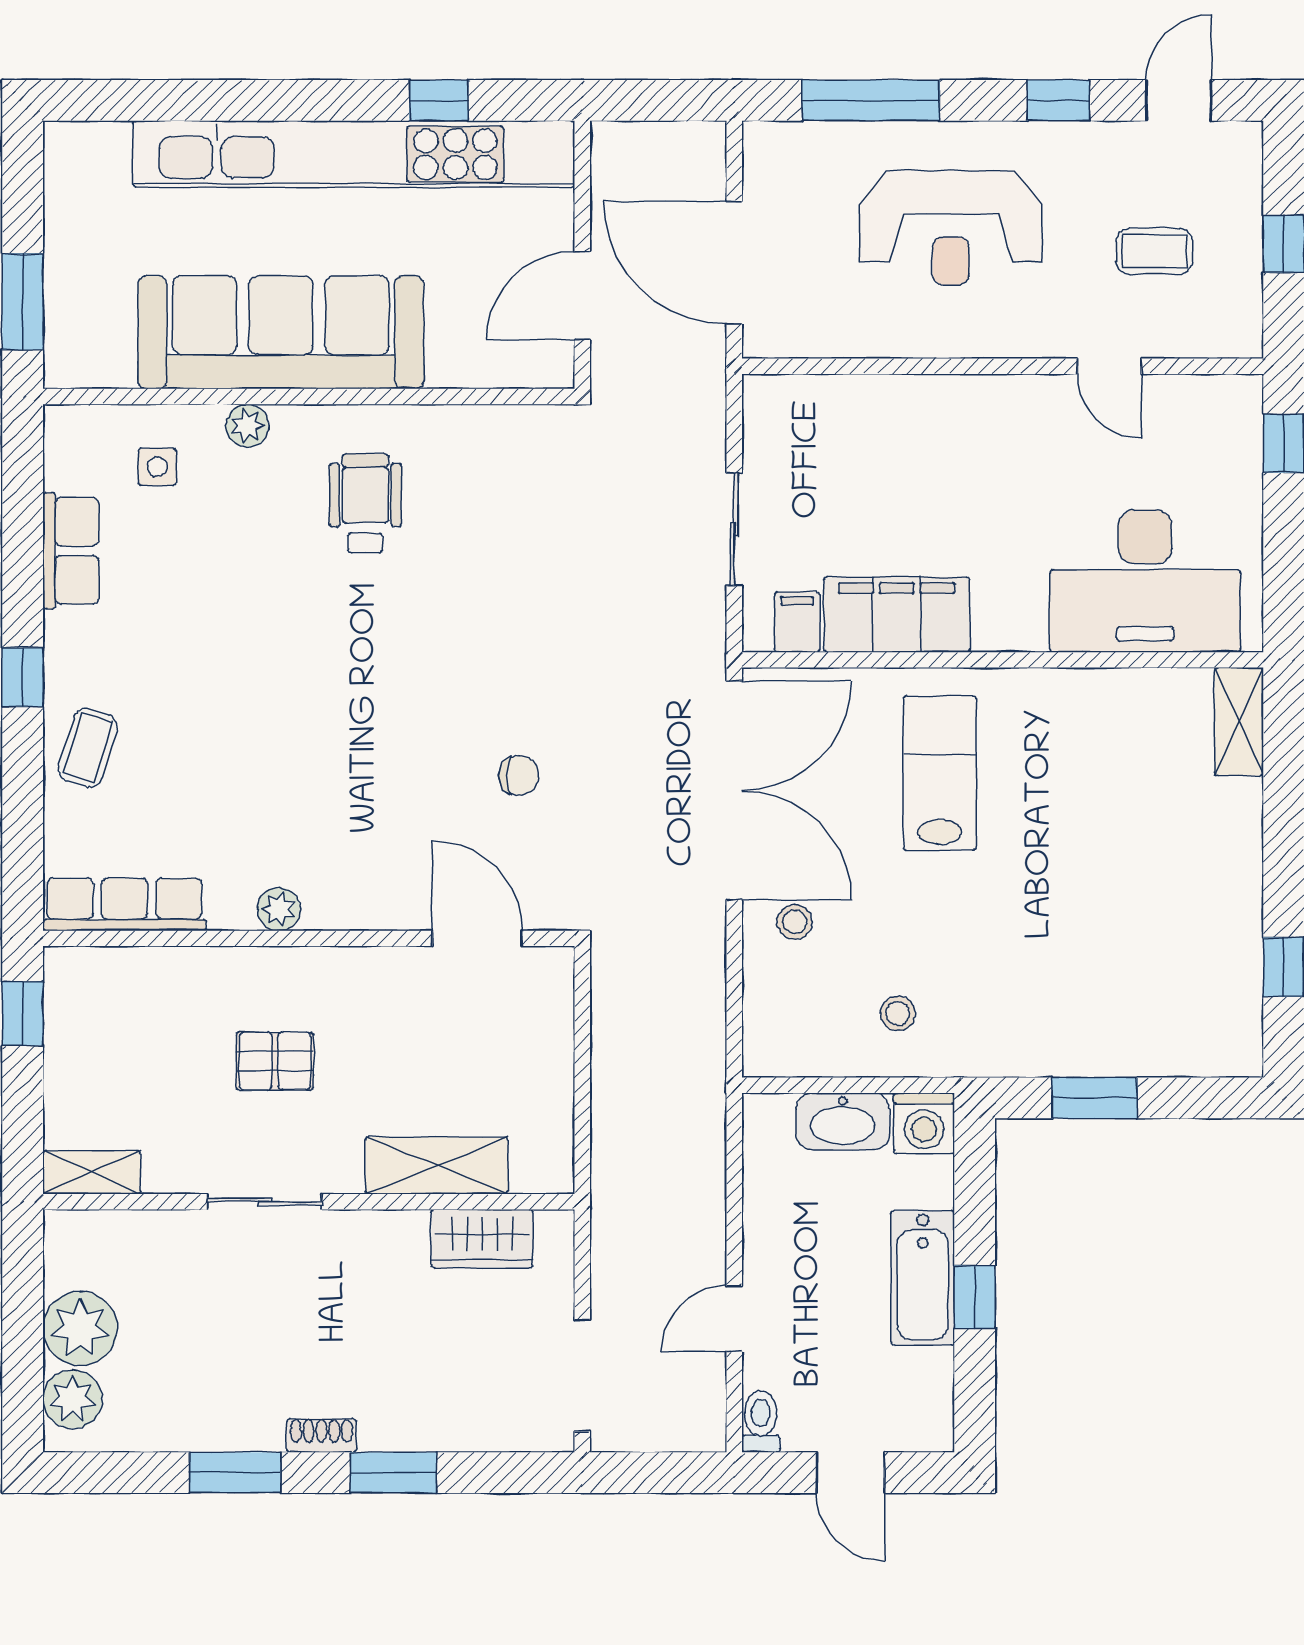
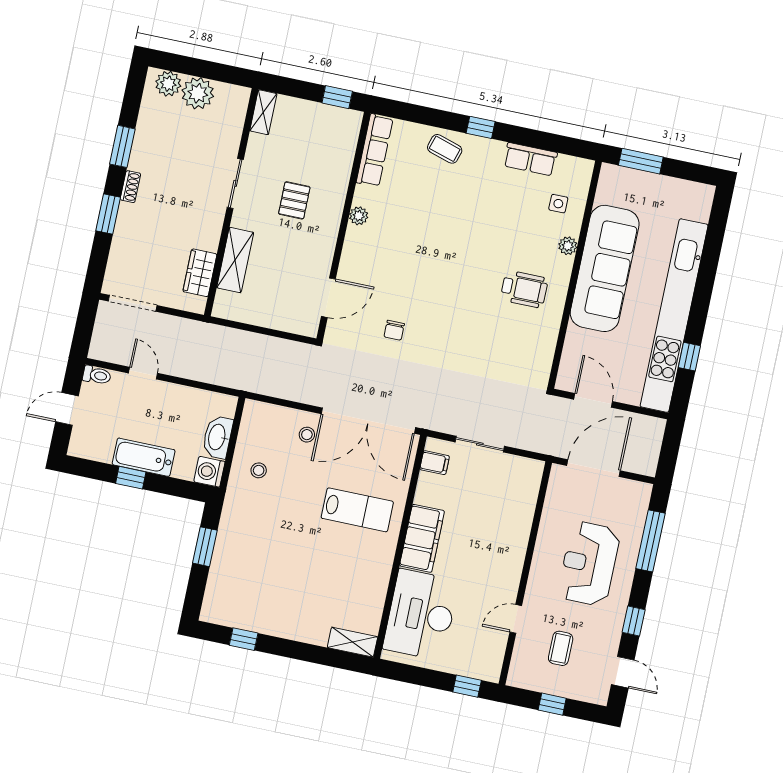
filing cabinet: (897, 615) -> (422, 538), moved

